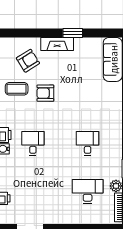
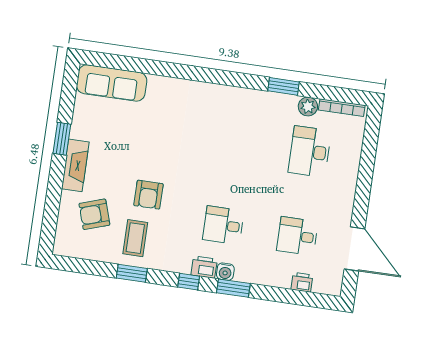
armchair: (28, 61) -> (94, 214), turned -76
desk: (88, 143) -> (297, 236), moved

